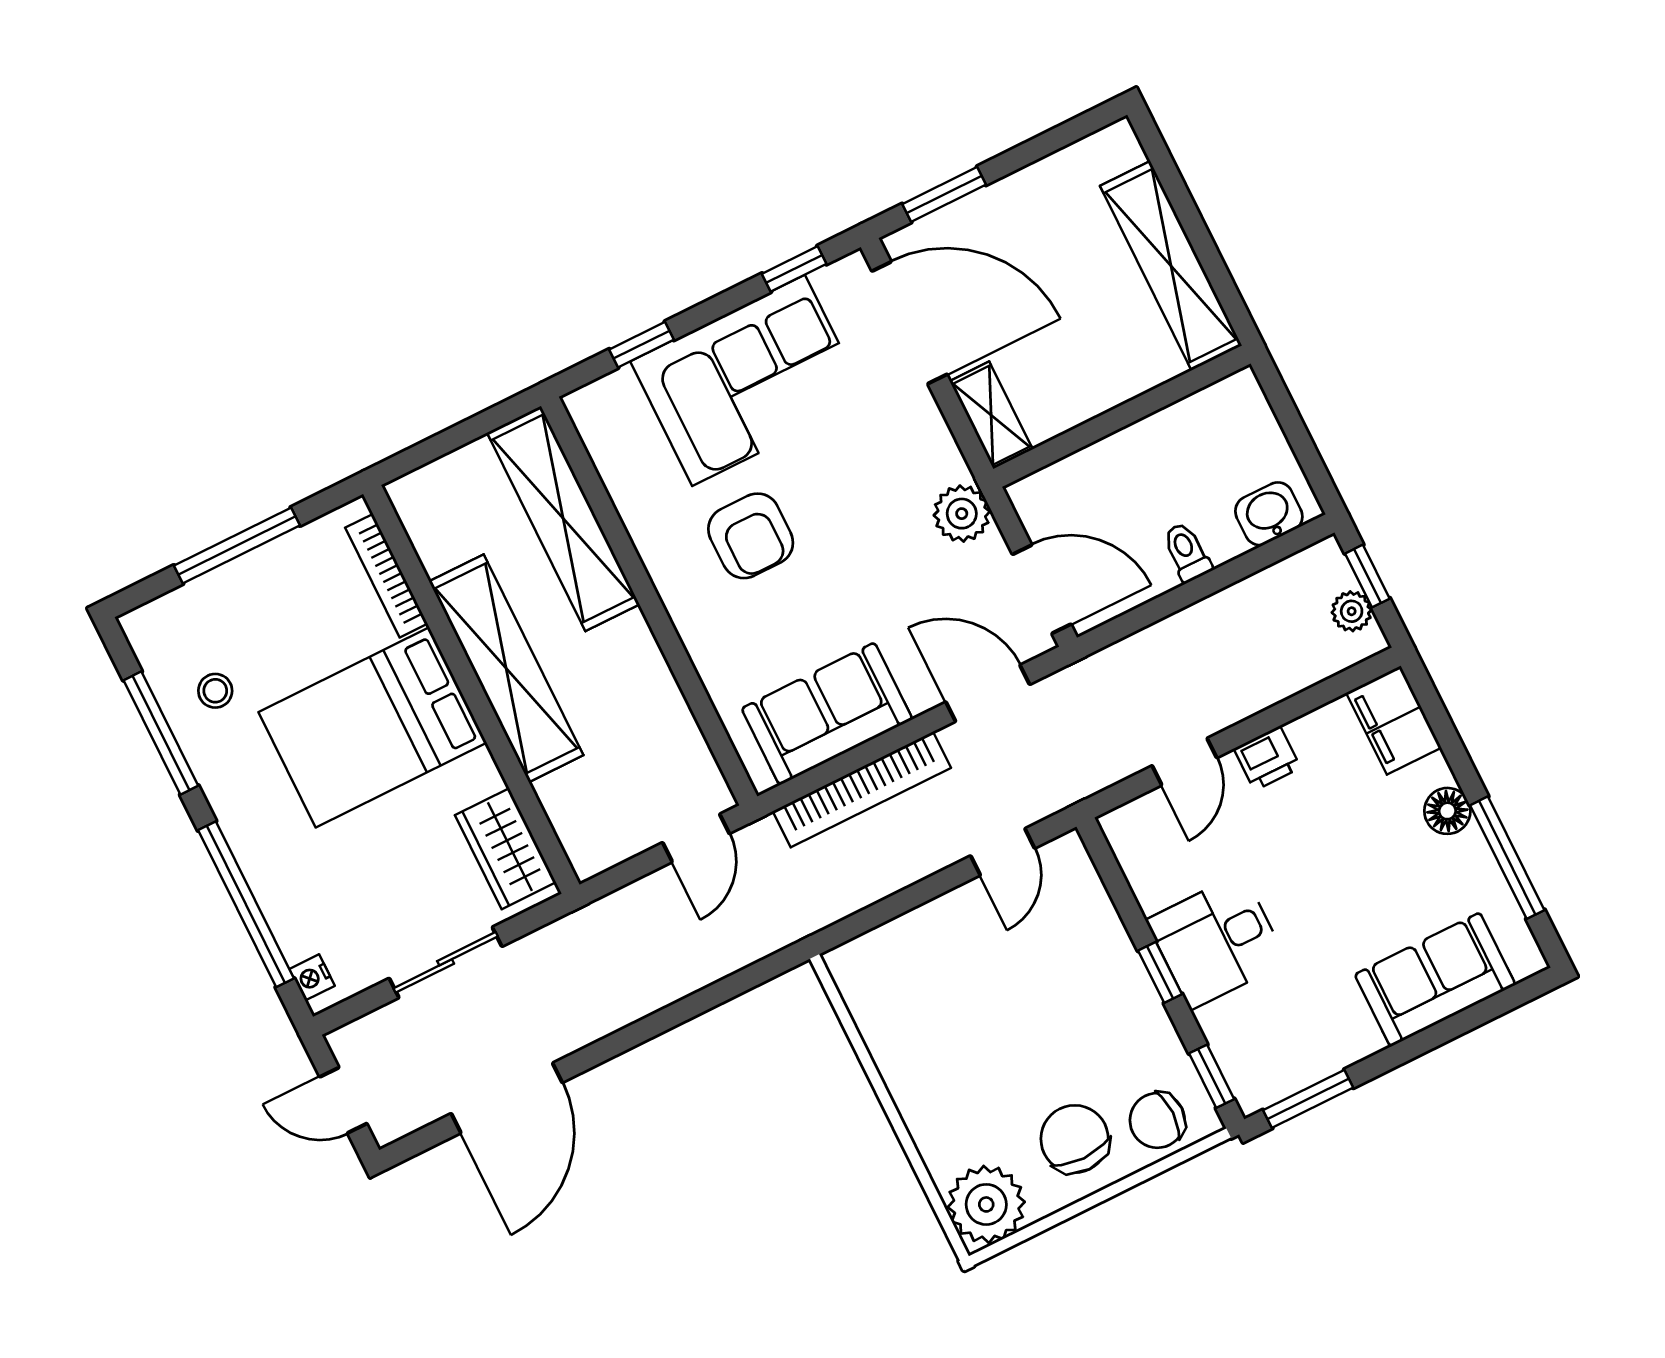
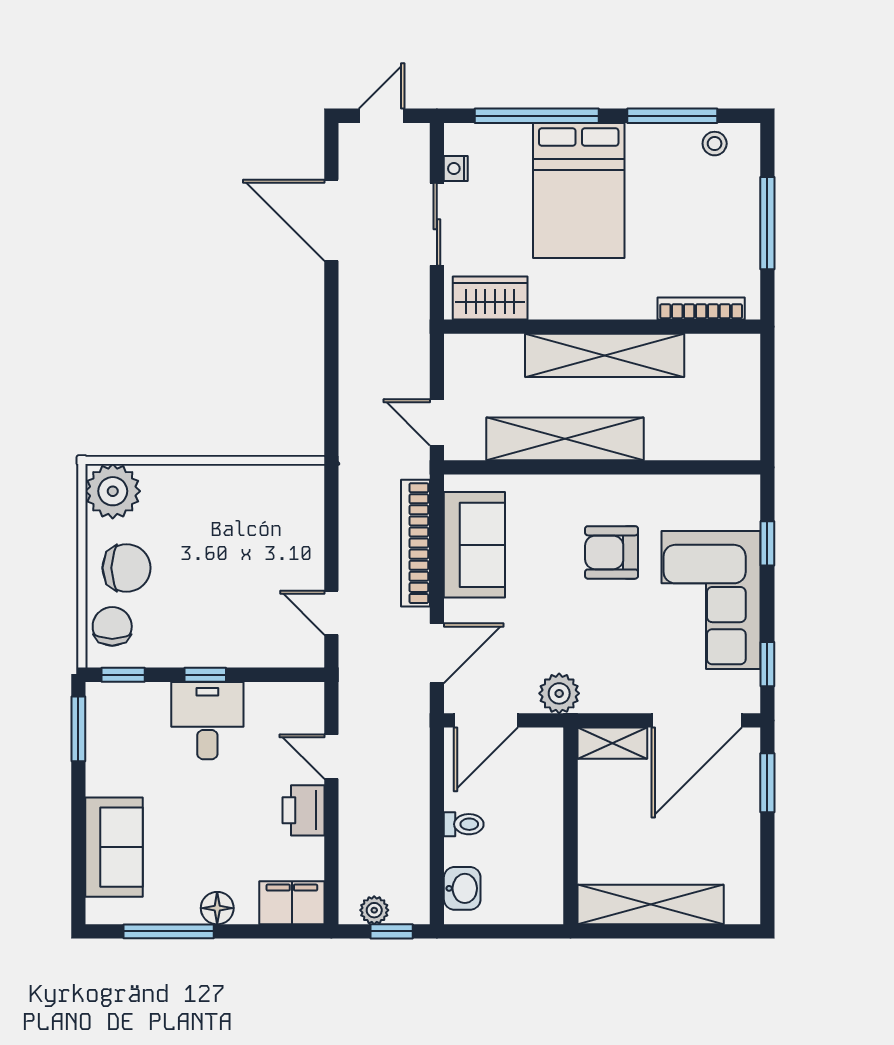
shelving: (563, 518) -> (565, 439), moved
stool: (215, 691) -> (715, 144), moved
bed: (373, 727) -> (579, 190), moved, turned 180
printer: (1267, 758) -> (304, 810), width x1.36, depth x1.24
nightstand: (312, 977) -> (456, 169), moved, turned -90

